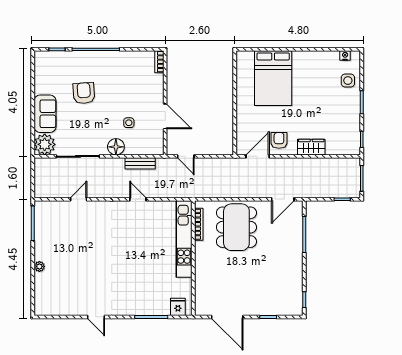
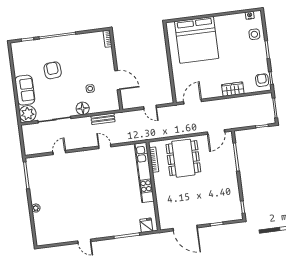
bed: (273, 78) -> (197, 40), width x1.36
armchair: (279, 140) -> (262, 80), moved
door: (186, 156) -> (150, 107), moved

